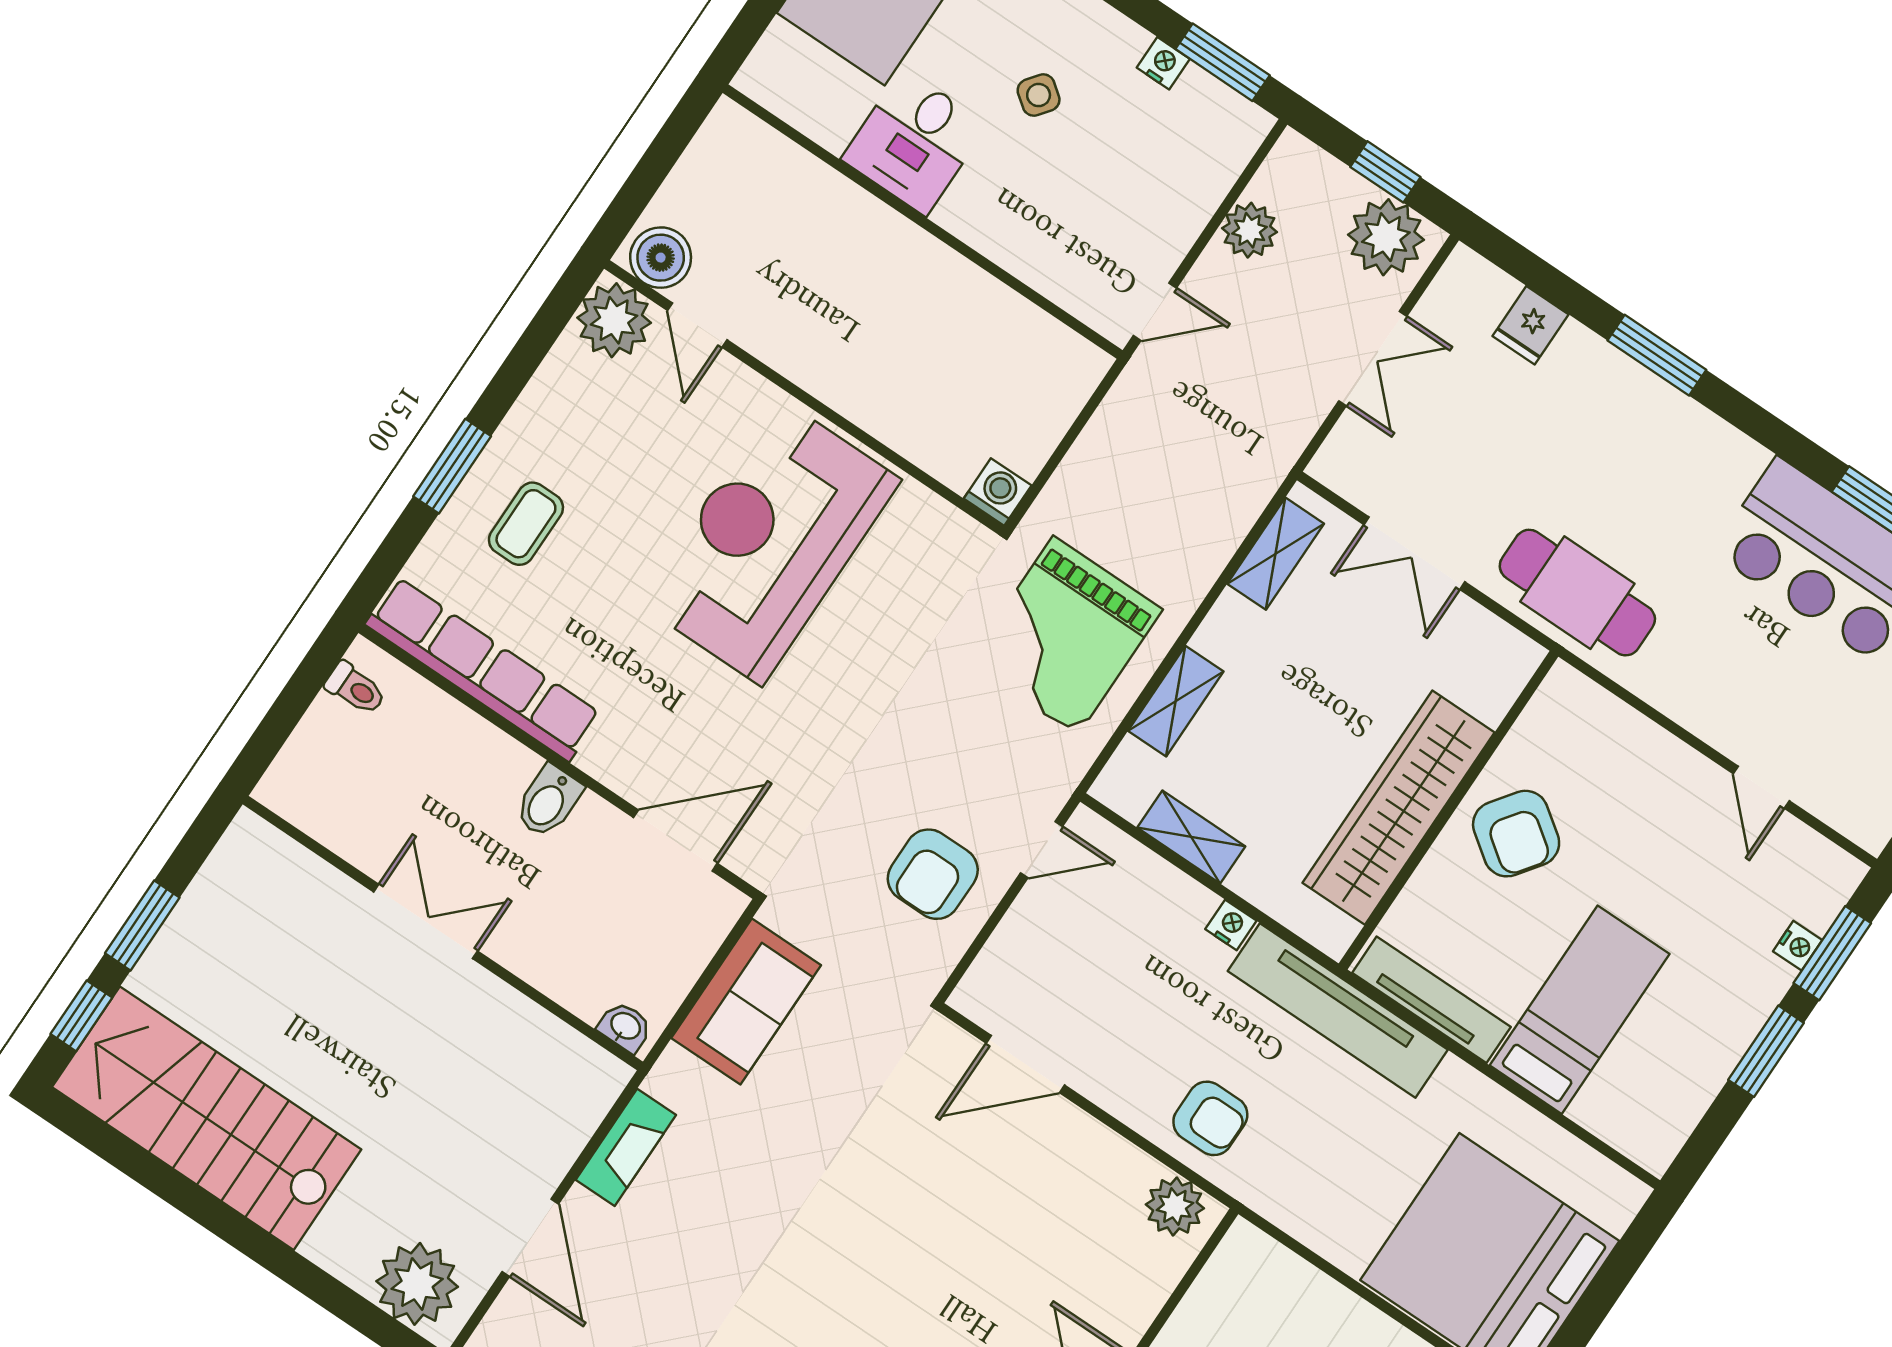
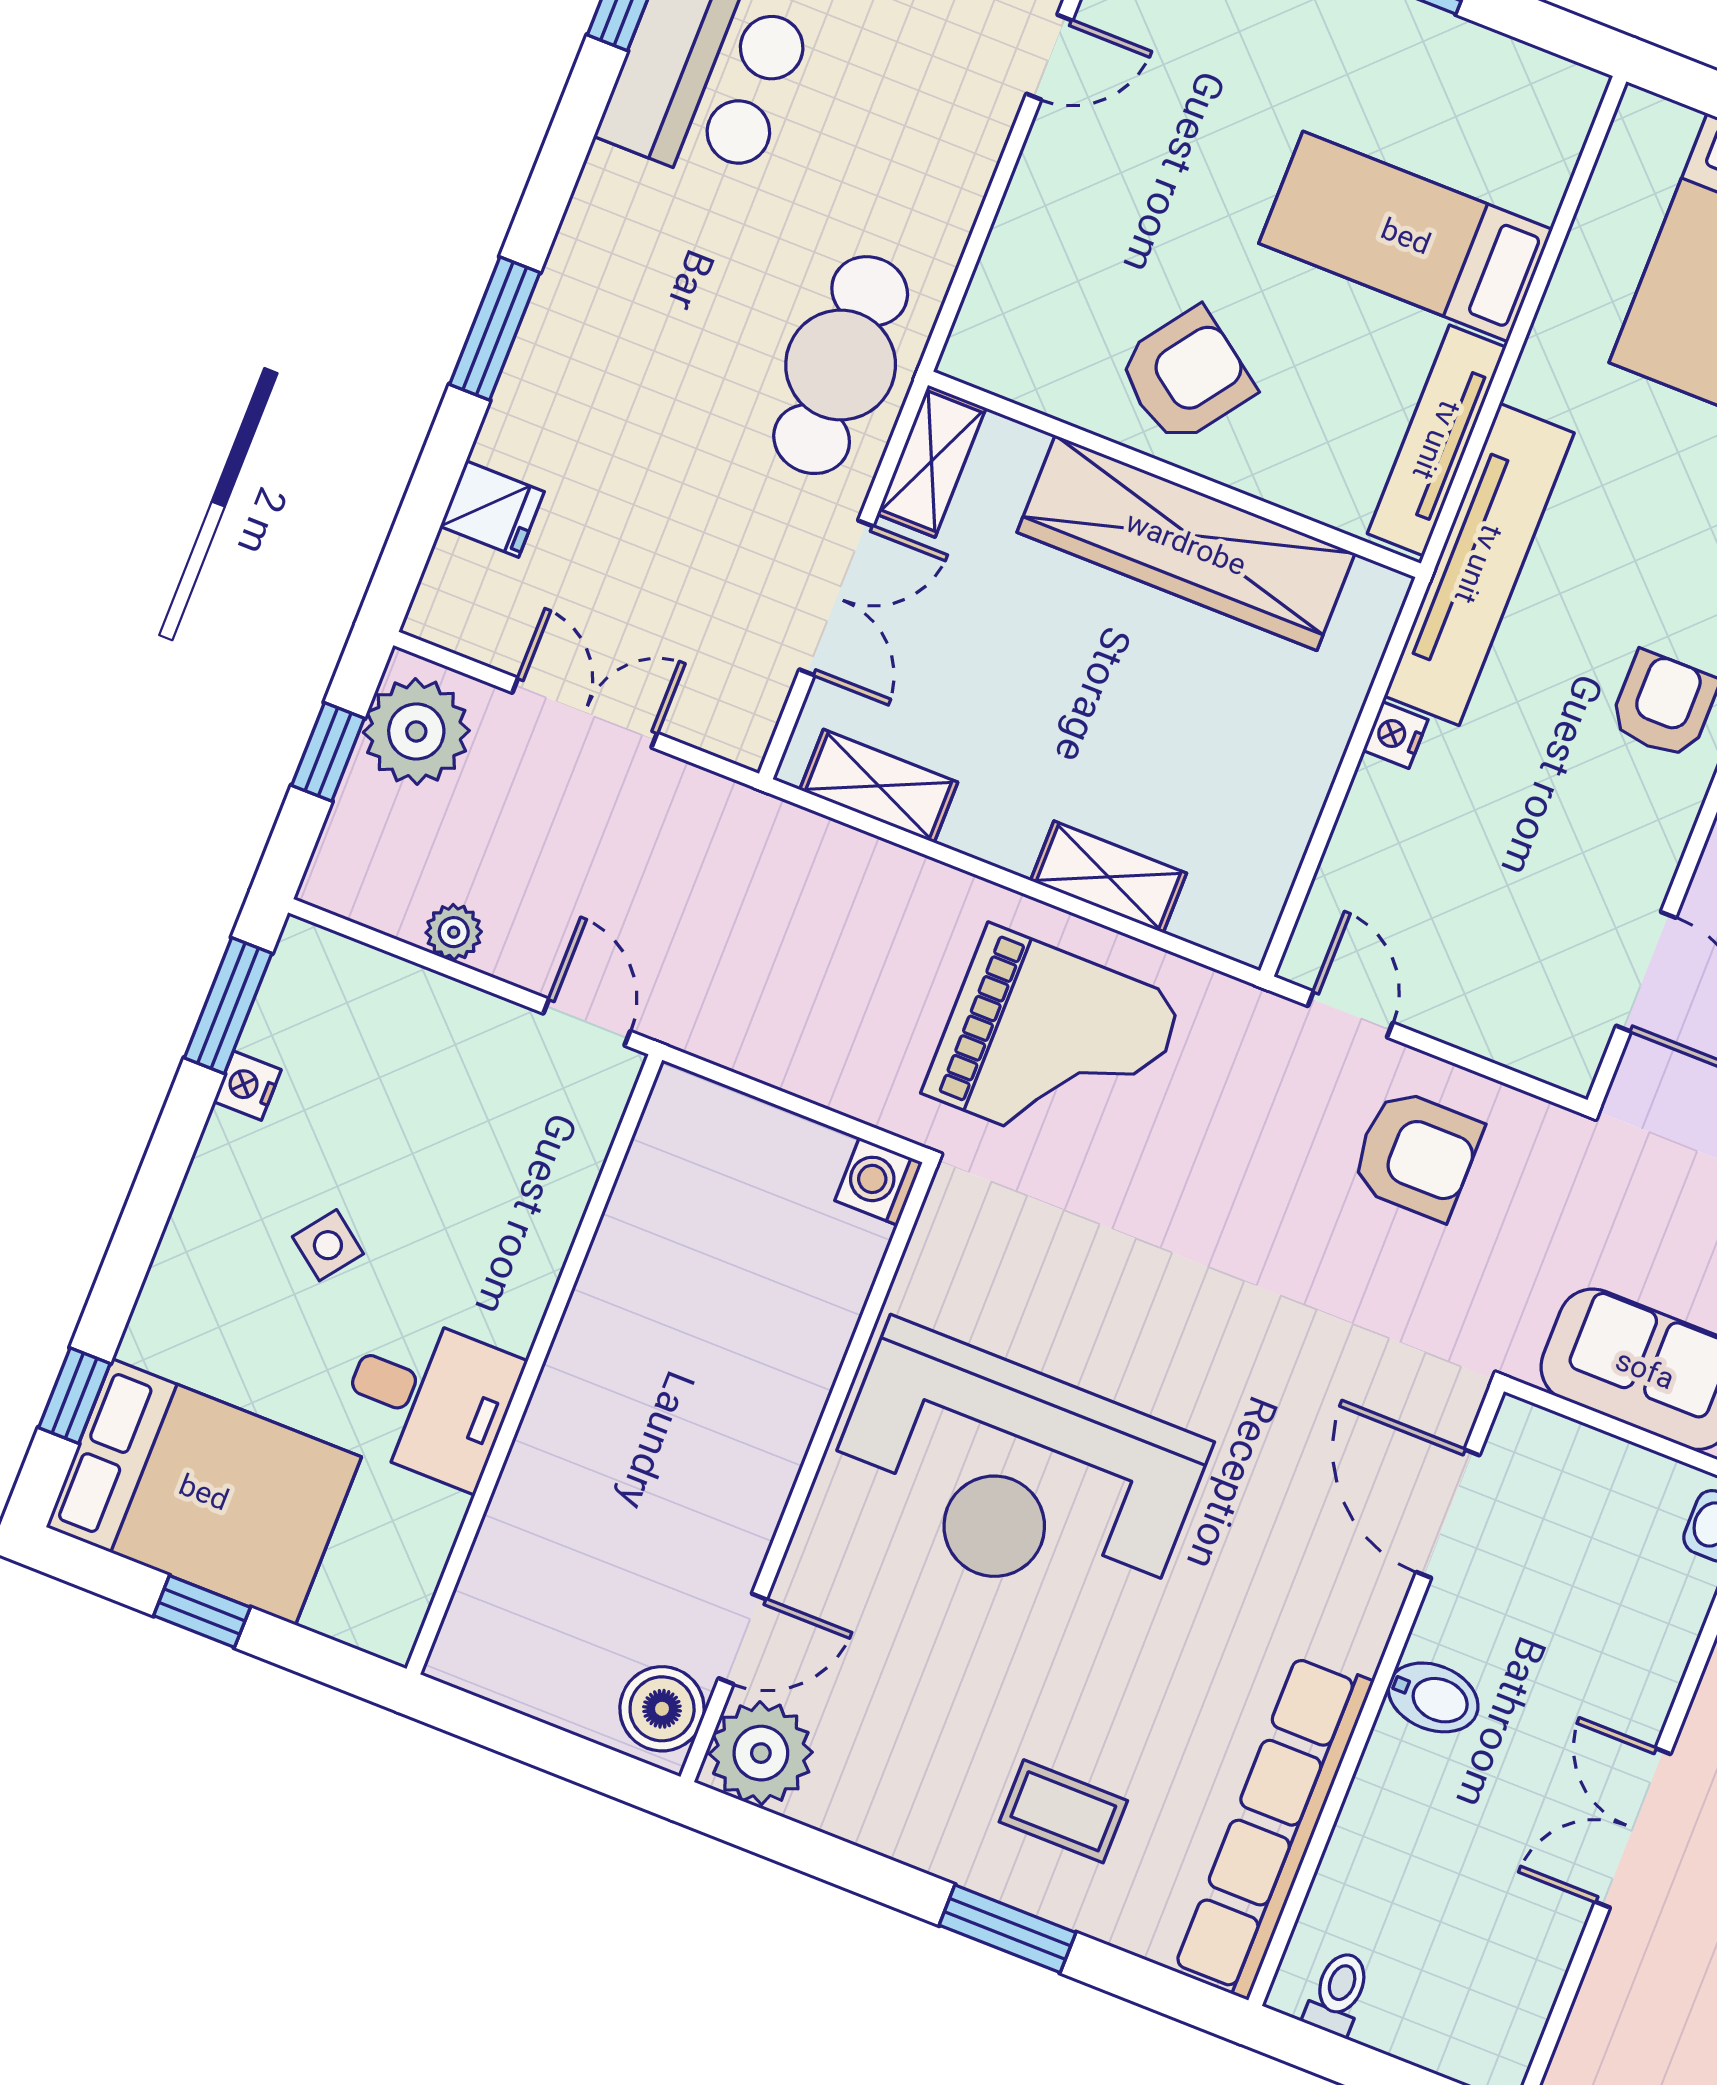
plant: (1249, 230) -> (454, 932), width x0.73, depth x0.73
shelving: (1191, 837) -> (931, 461), moved

